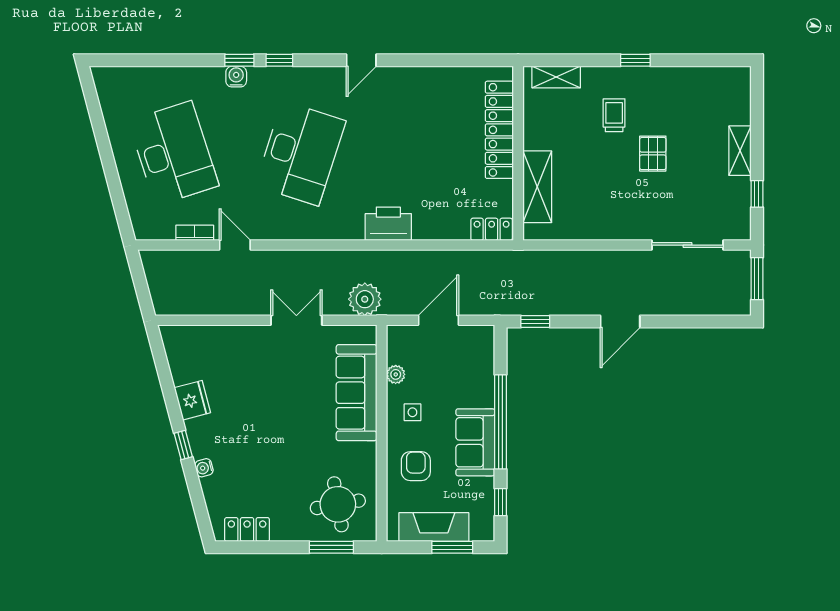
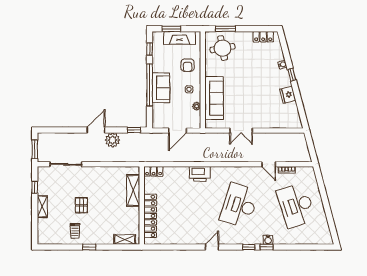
trolley: (614, 115) -> (75, 231), moved
plant: (365, 299) -> (112, 140), moved
sofa: (475, 442) -> (161, 88), moved

